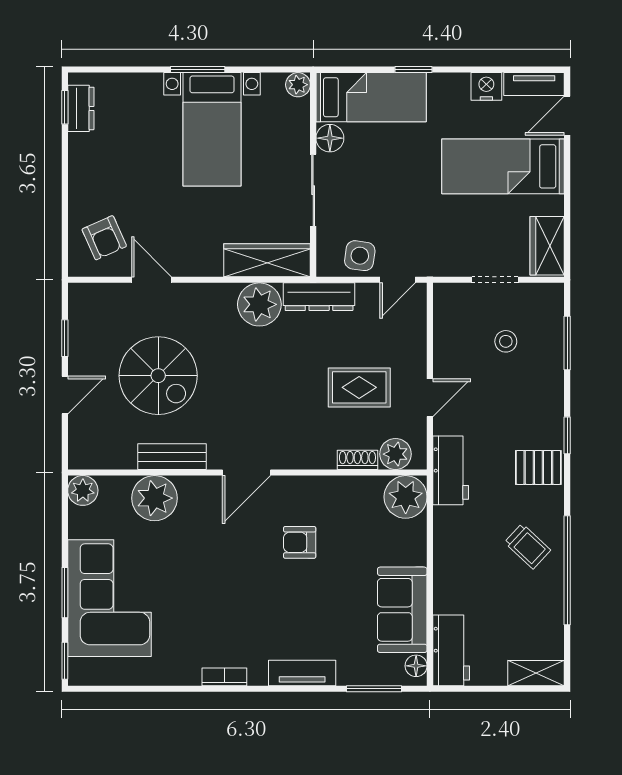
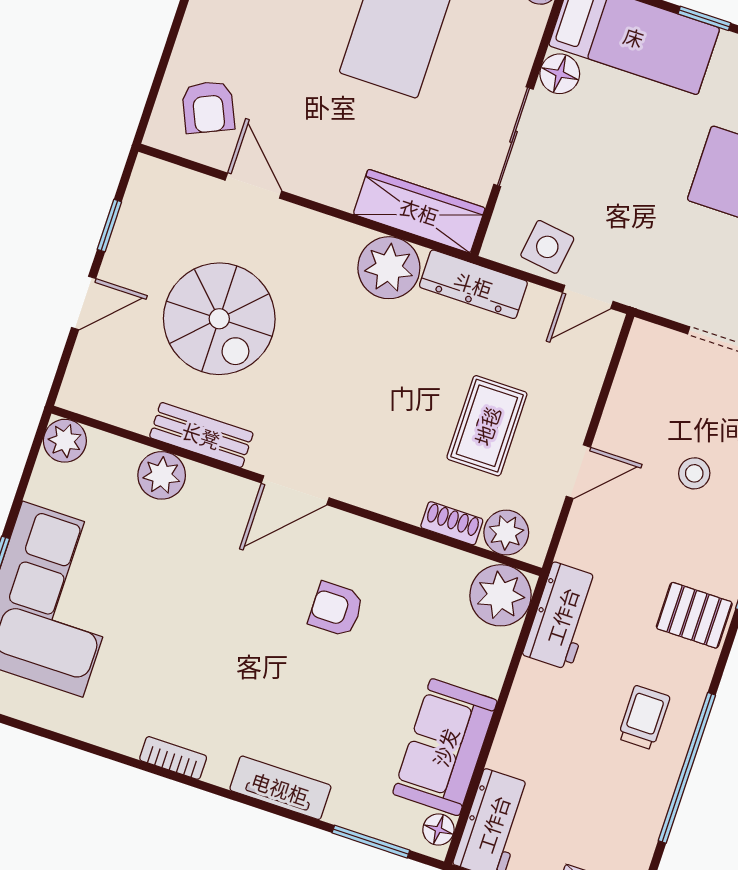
stool: (506, 341) -> (694, 473), moved
rug: (359, 387) -> (487, 426), turned 90
workbench: (451, 470) -> (562, 616), moved
plant: (155, 498) -> (162, 475), width x0.73, depth x0.73
trolley: (528, 546) -> (644, 717), turned -133

